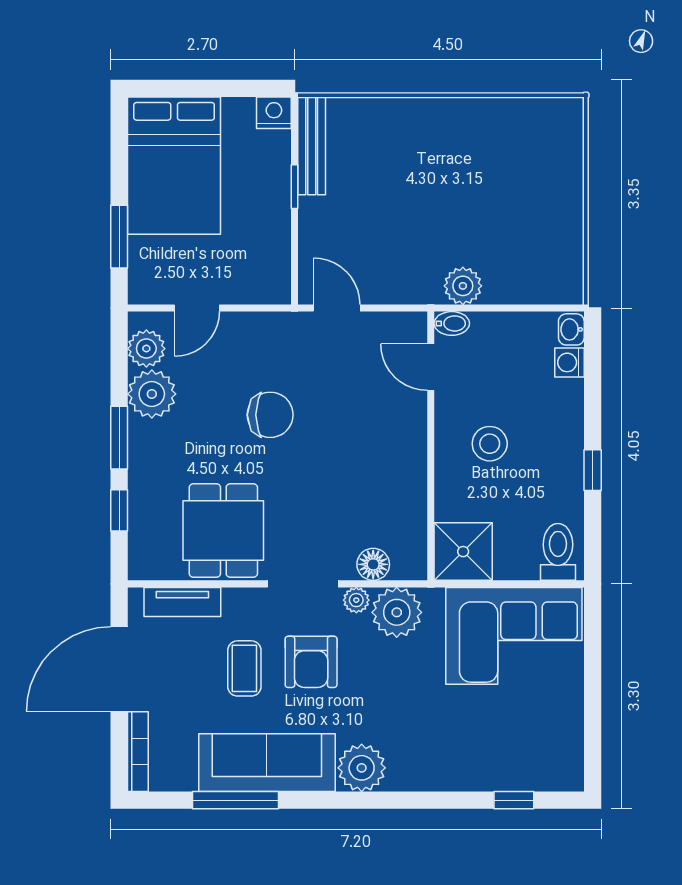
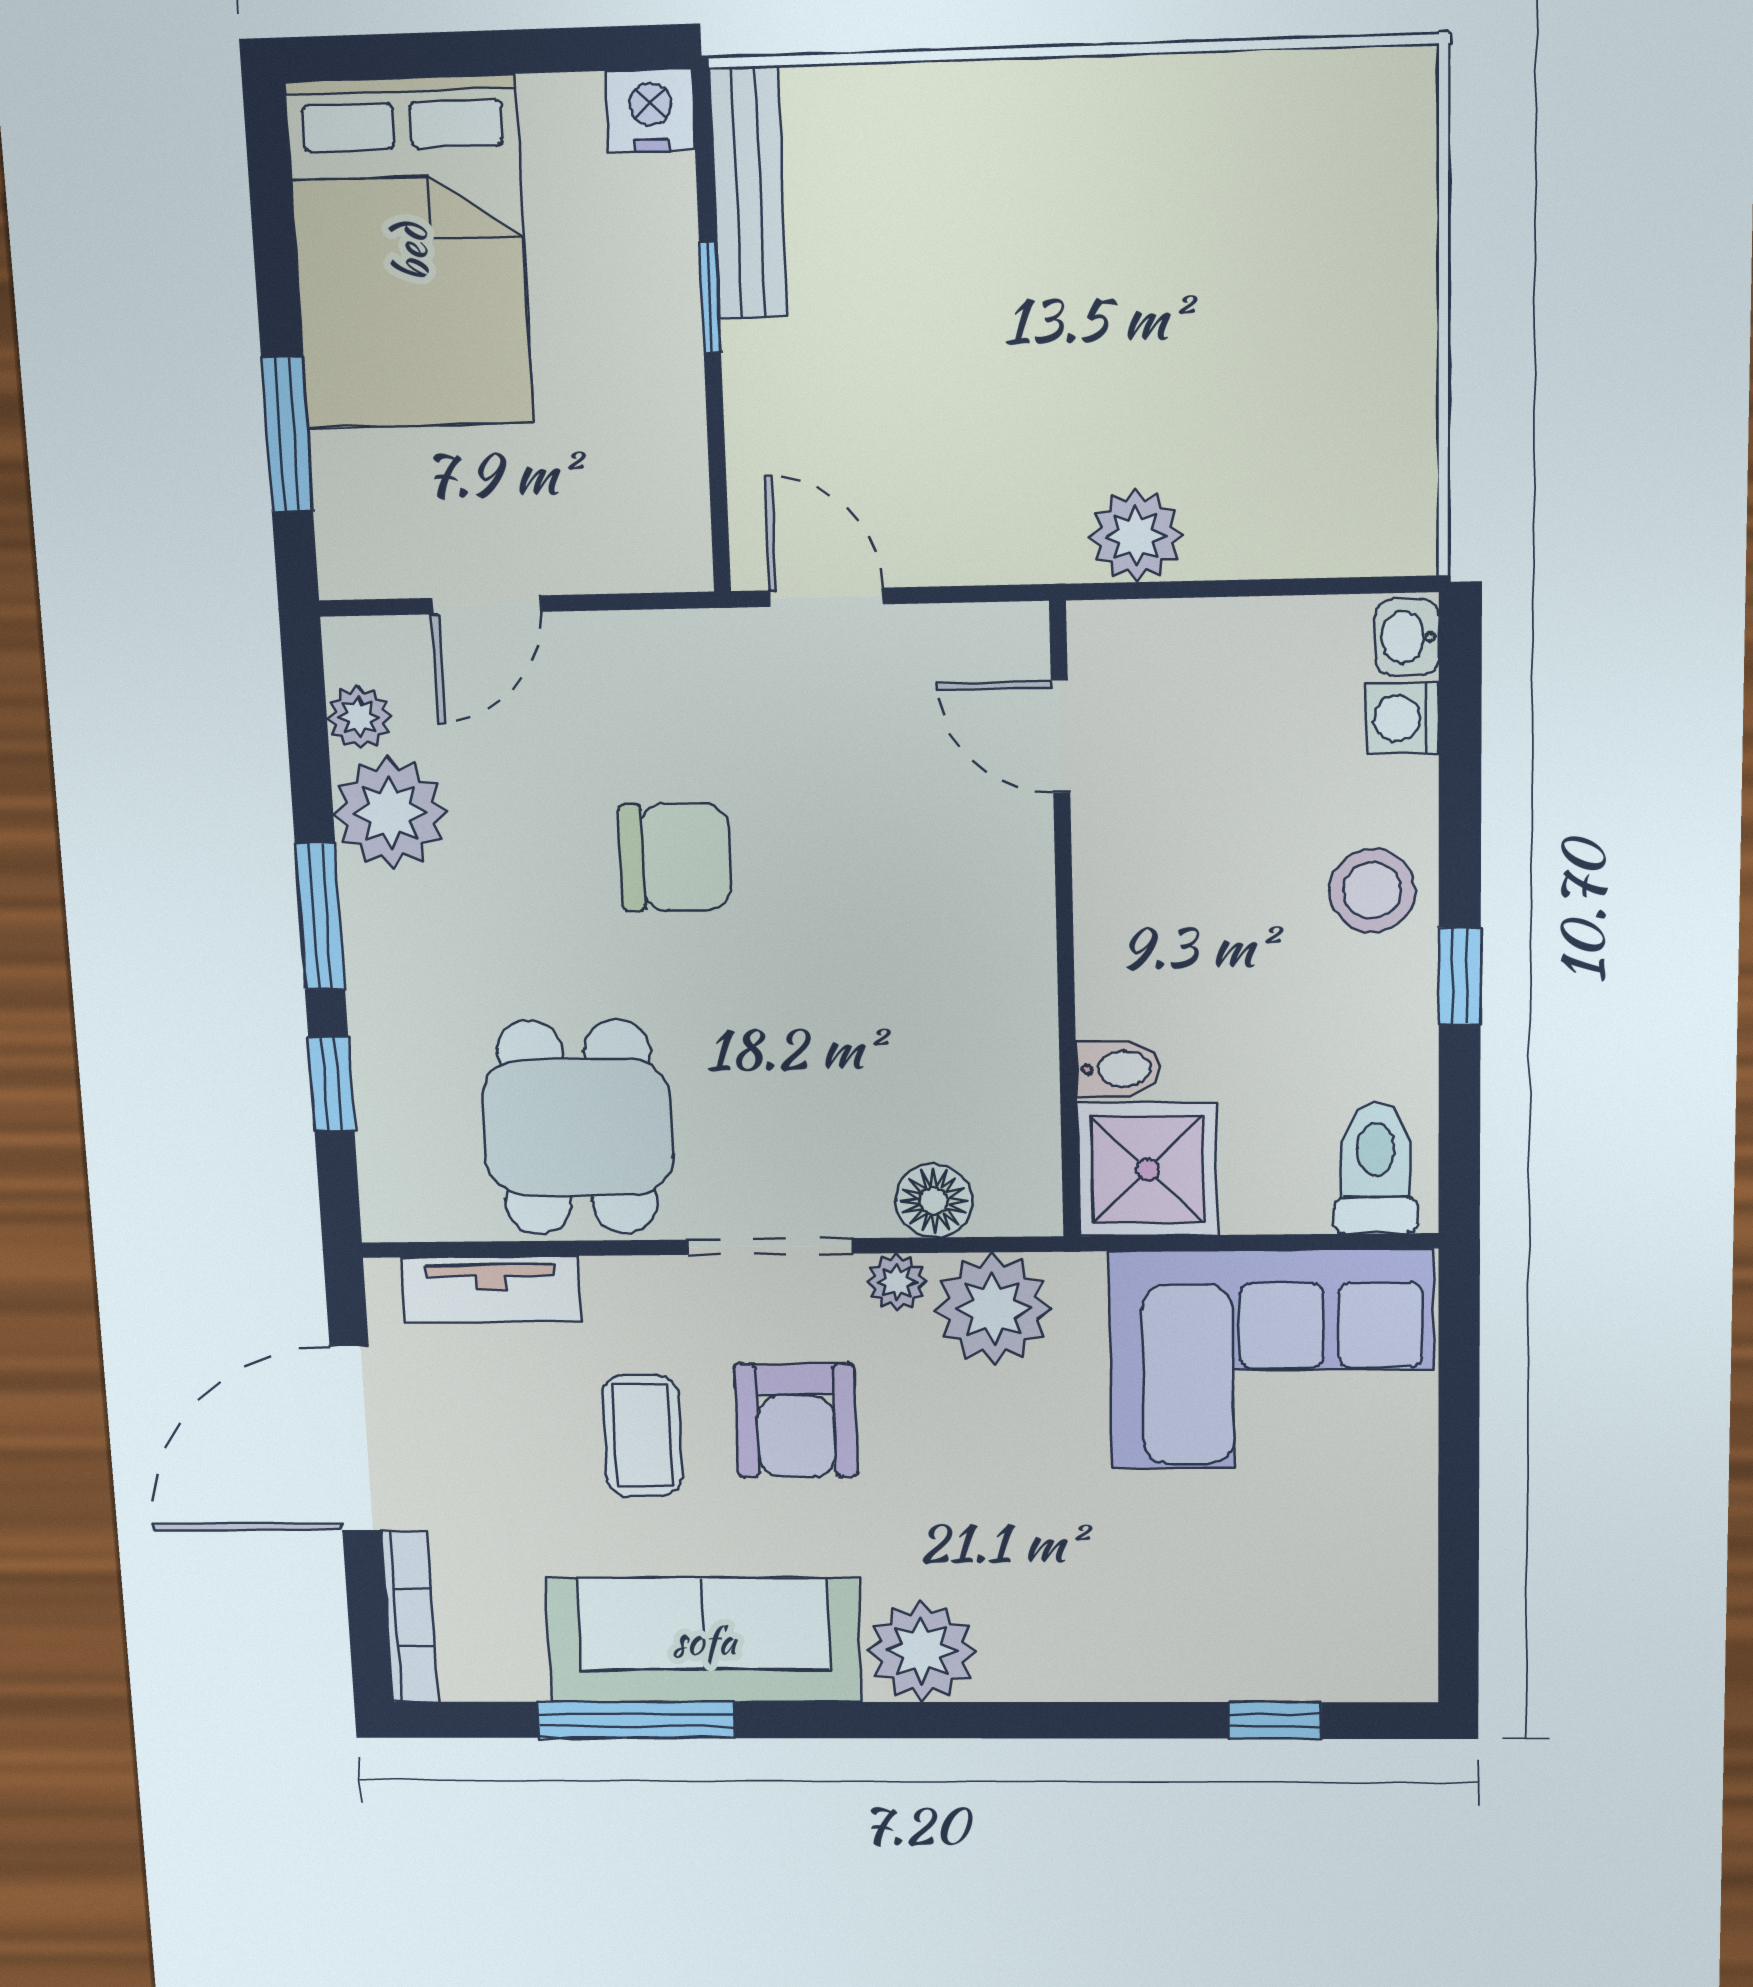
bidet: (452, 323) -> (1118, 1069), moved
plant: (146, 349) -> (359, 717), width x0.73, depth x0.73
stool: (490, 444) -> (1372, 890), moved

